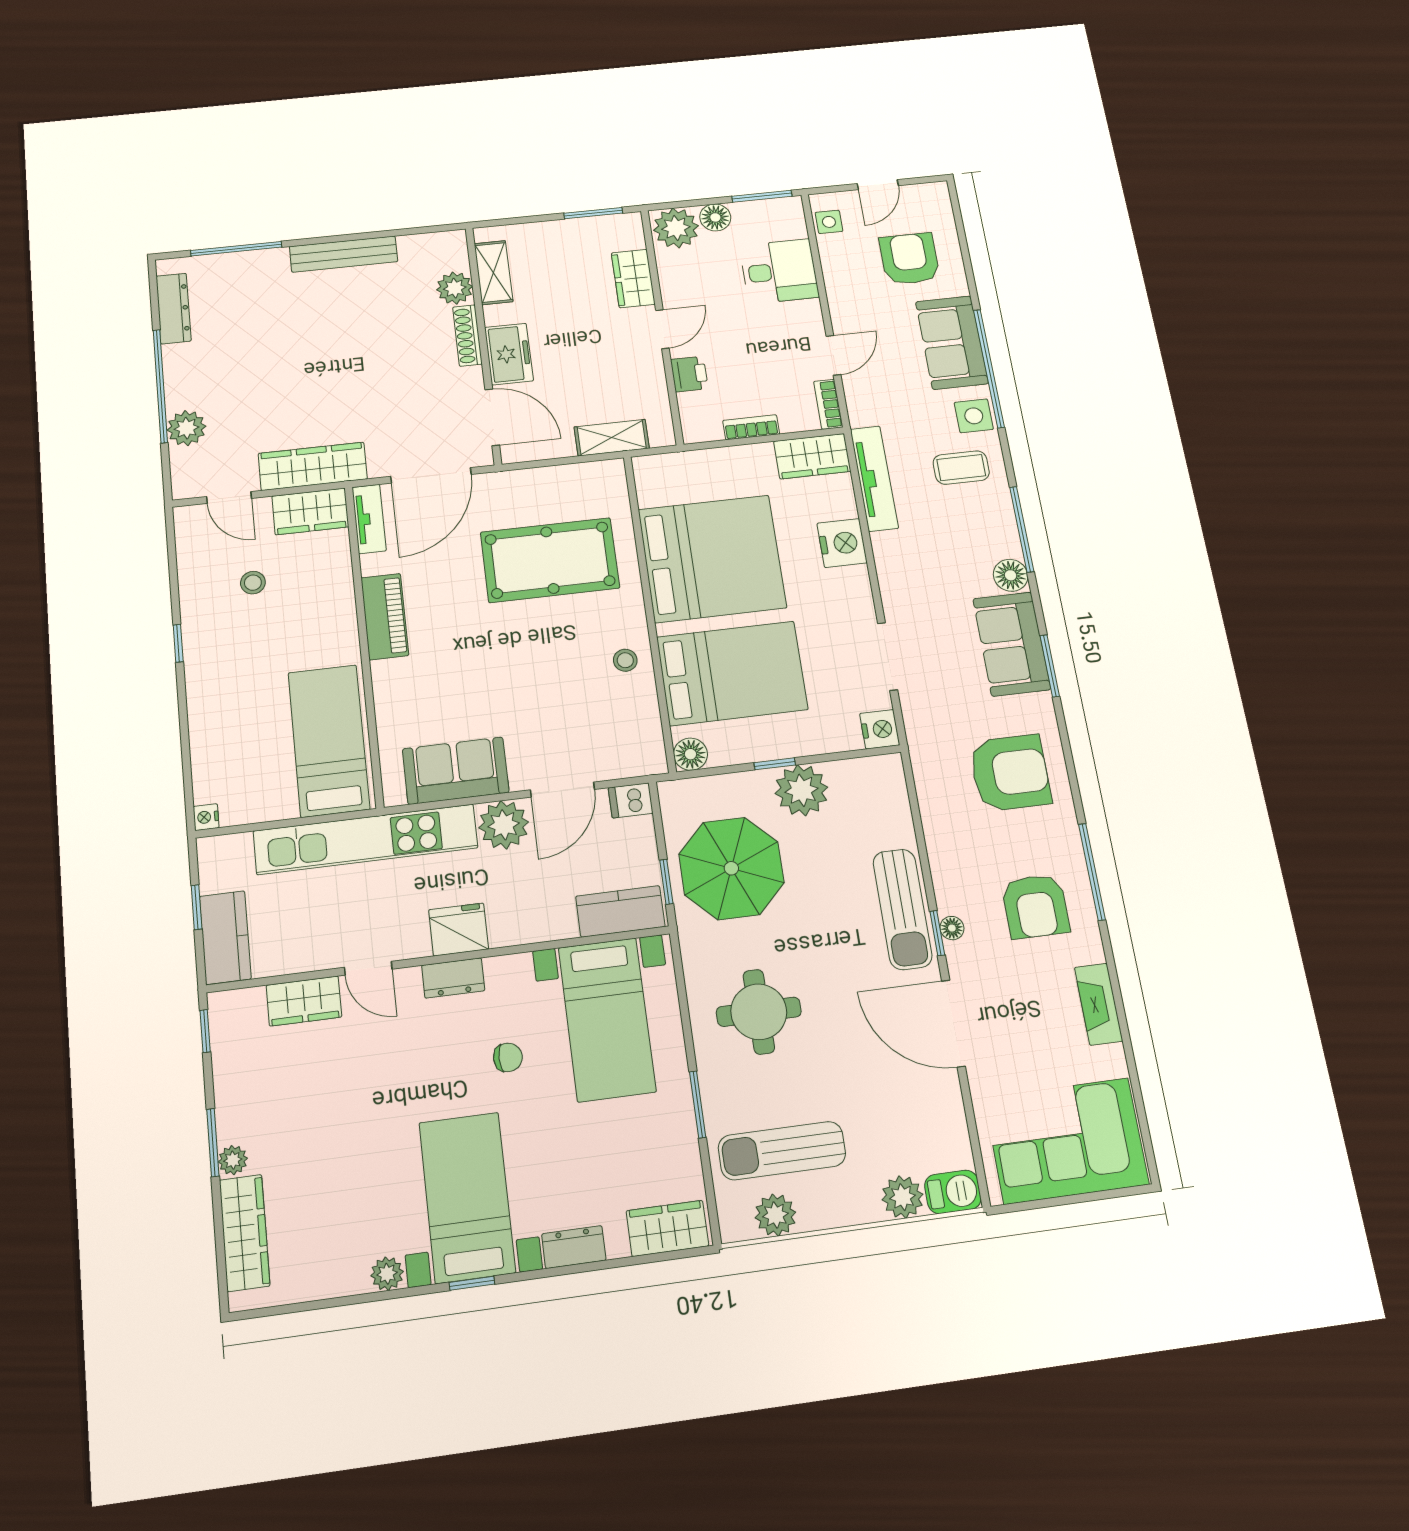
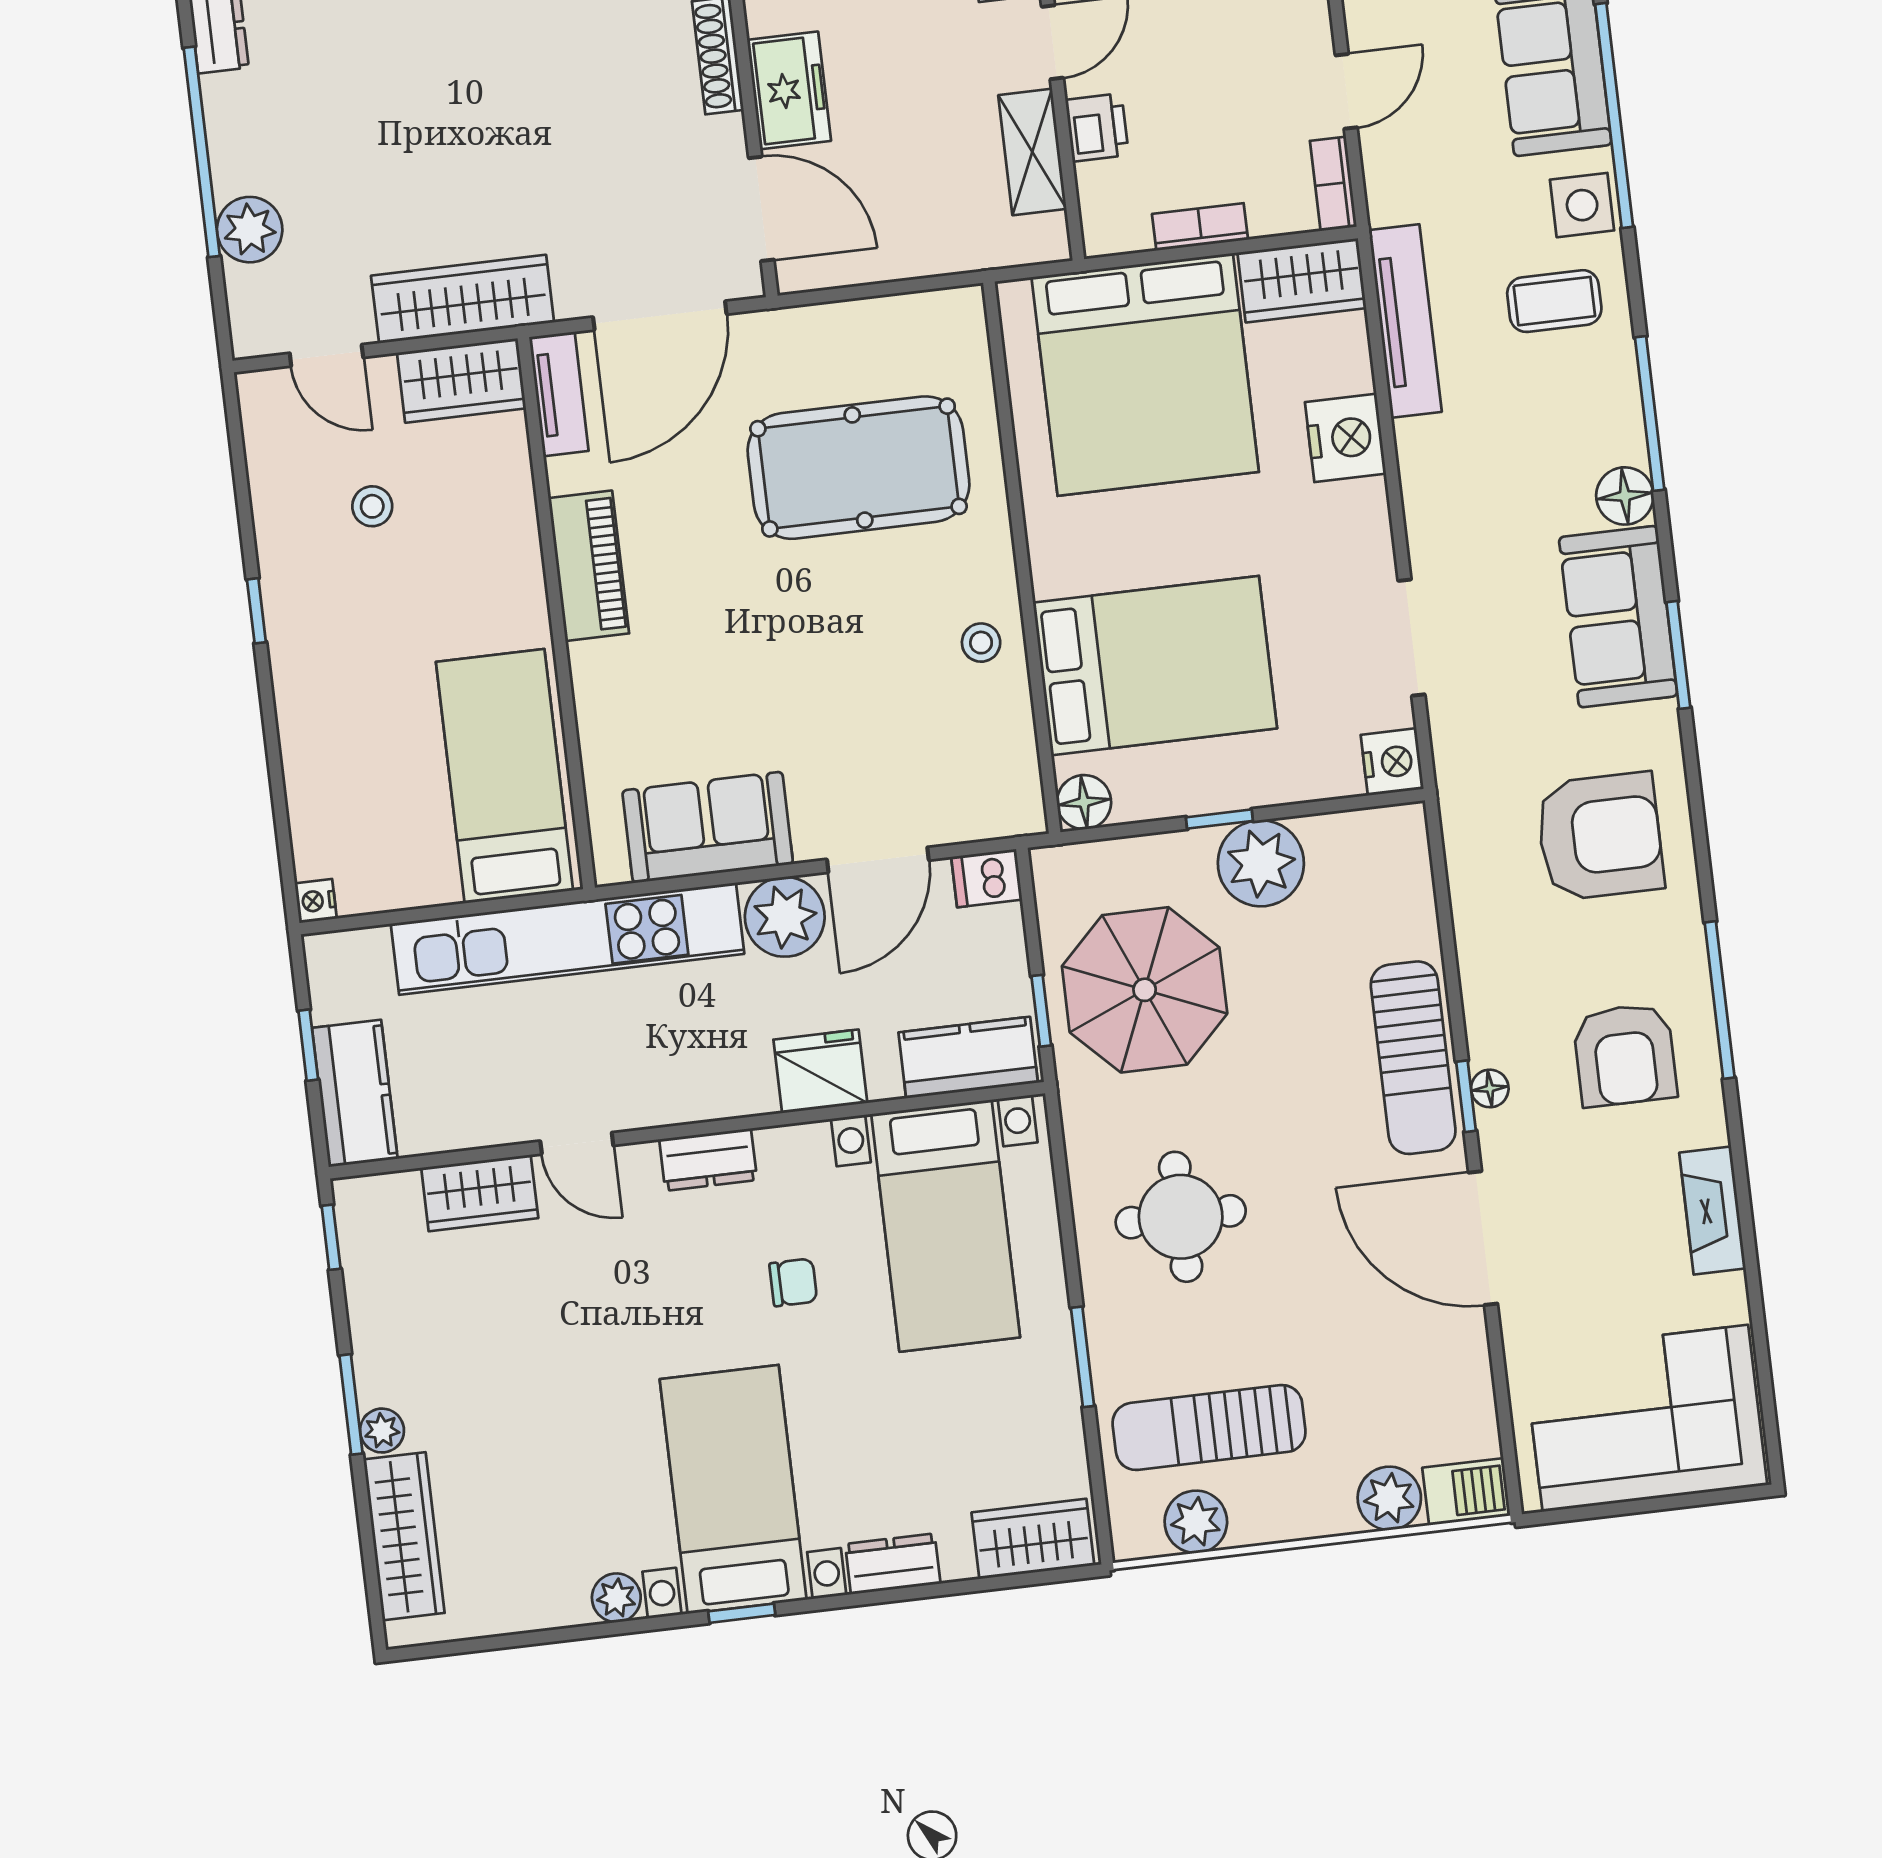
shelving: (612, 438) -> (1032, 152), moved, turned 90
bed: (712, 559) -> (1145, 374), moved, turned 90
fridge: (459, 929) -> (820, 1071), moved

